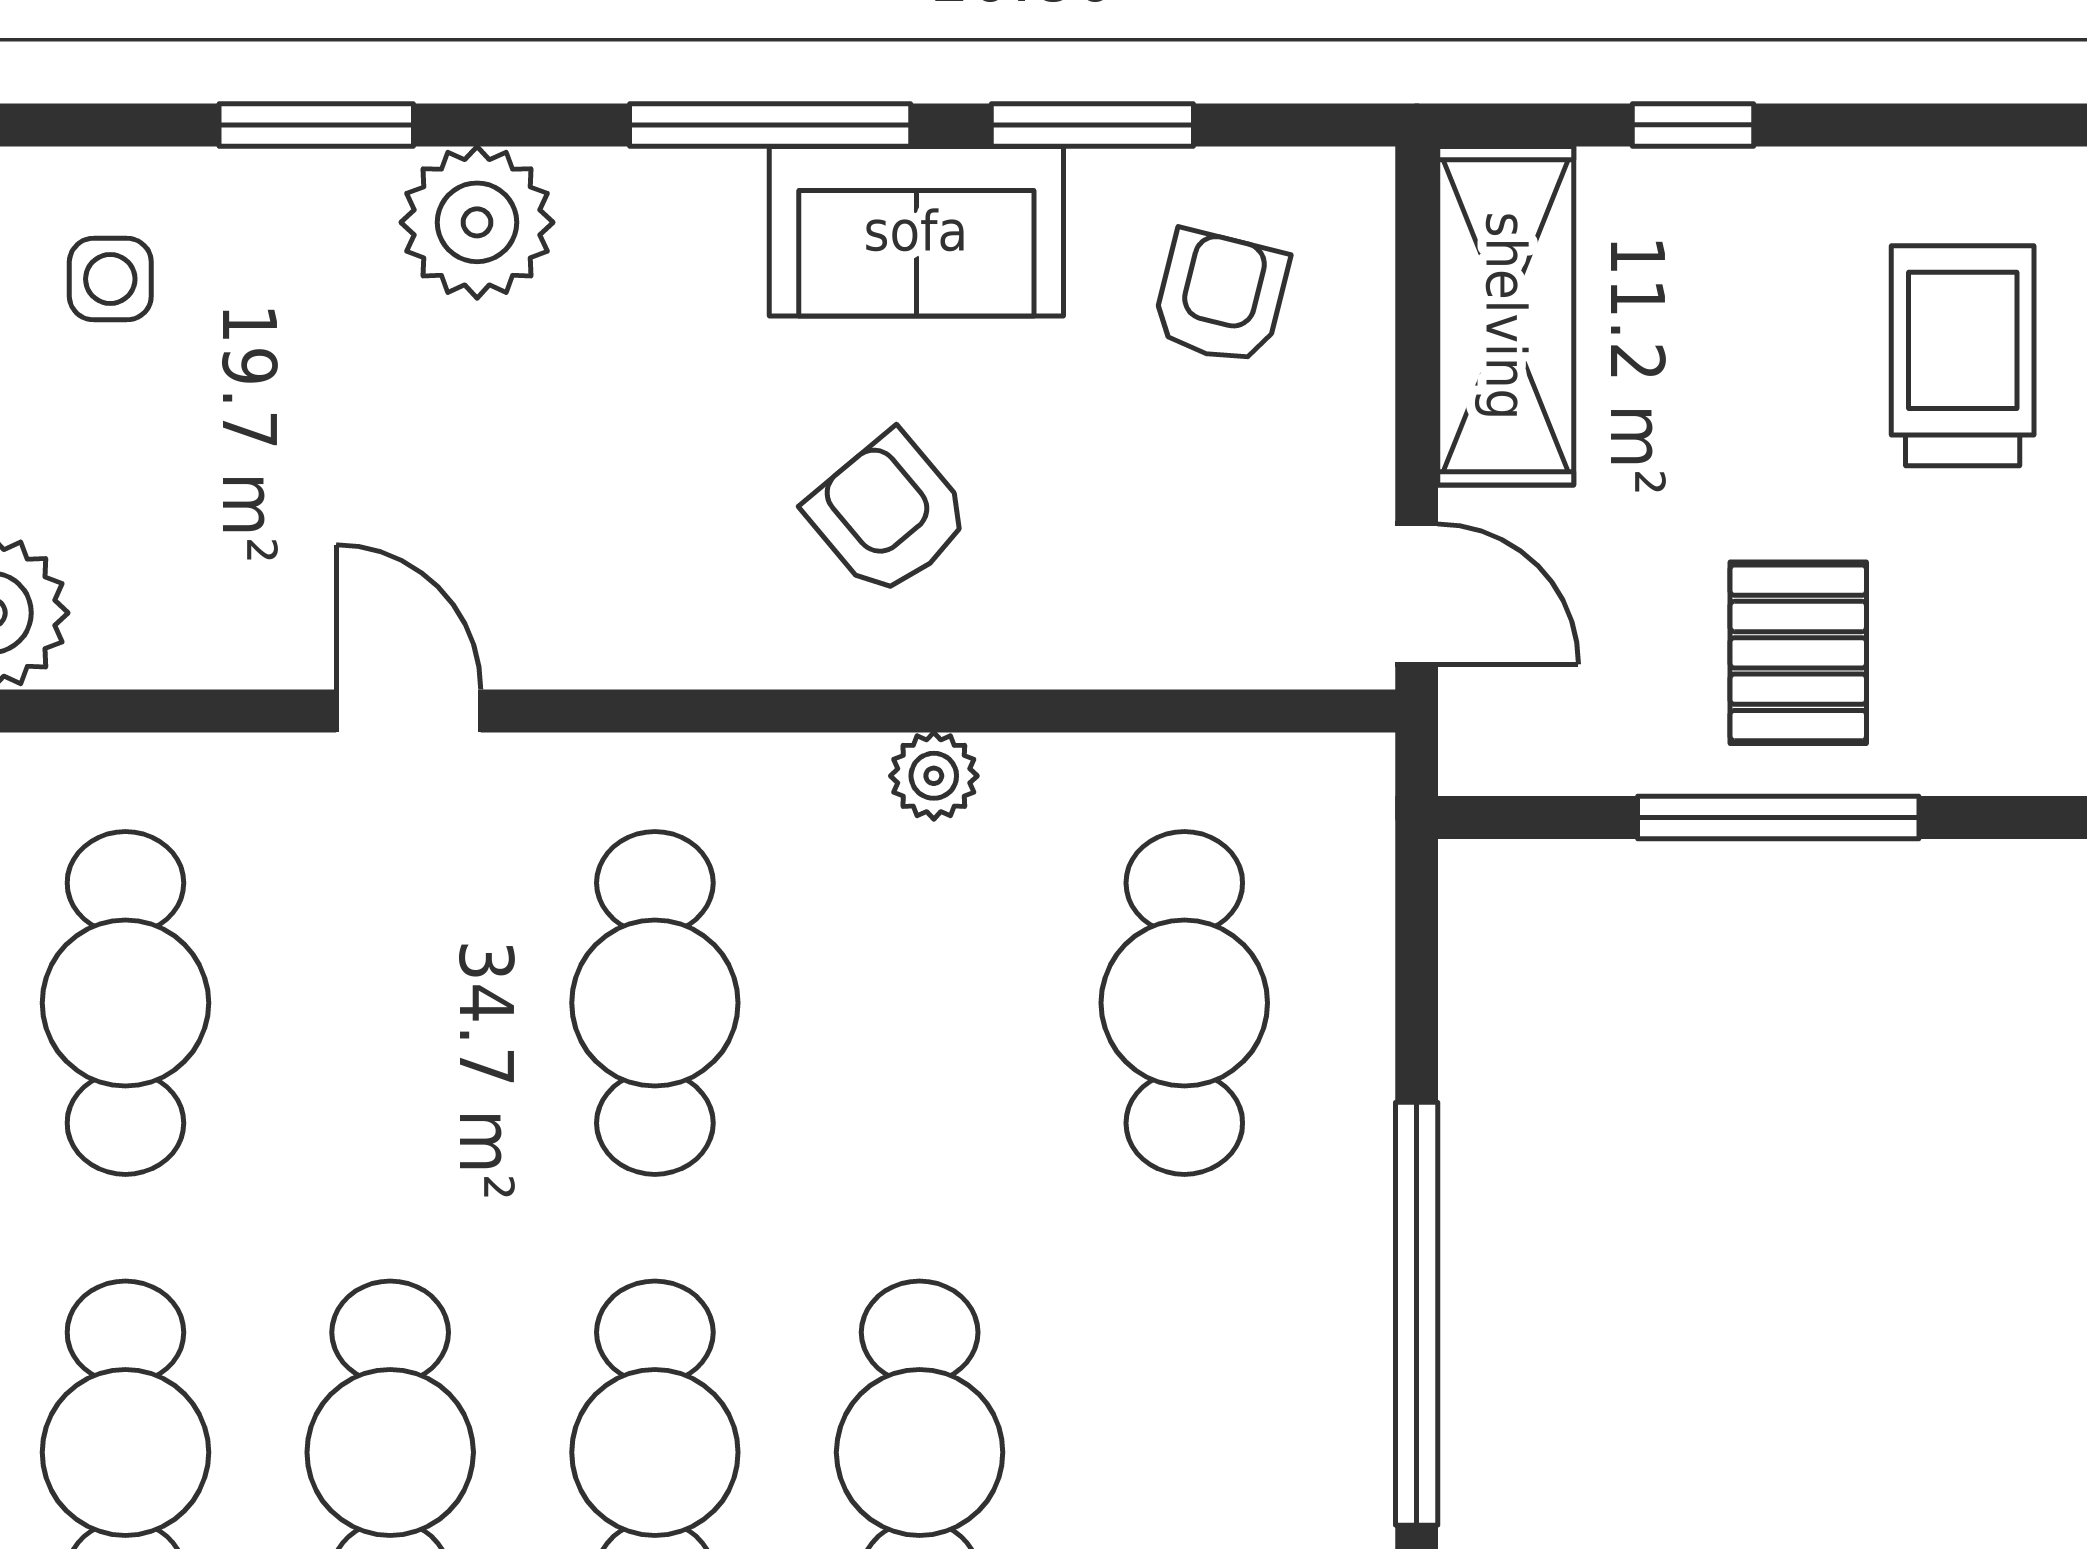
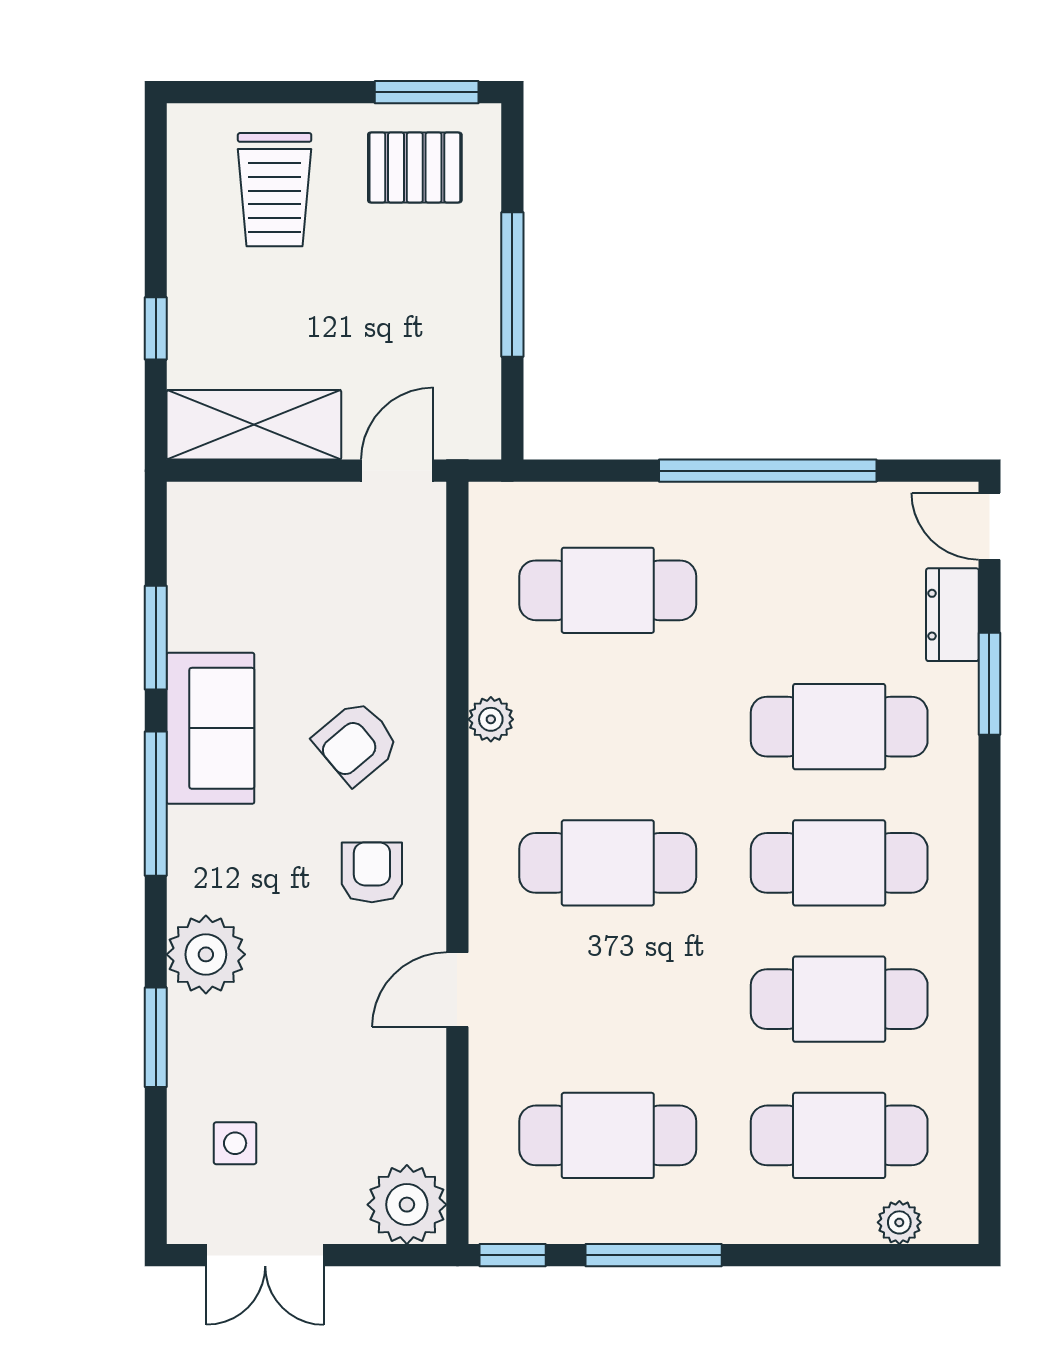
armchair: (1221, 297) -> (372, 872), moved, turned 76
trolley: (1963, 356) -> (275, 190), turned -90
pallet: (1798, 653) -> (415, 167), moved

